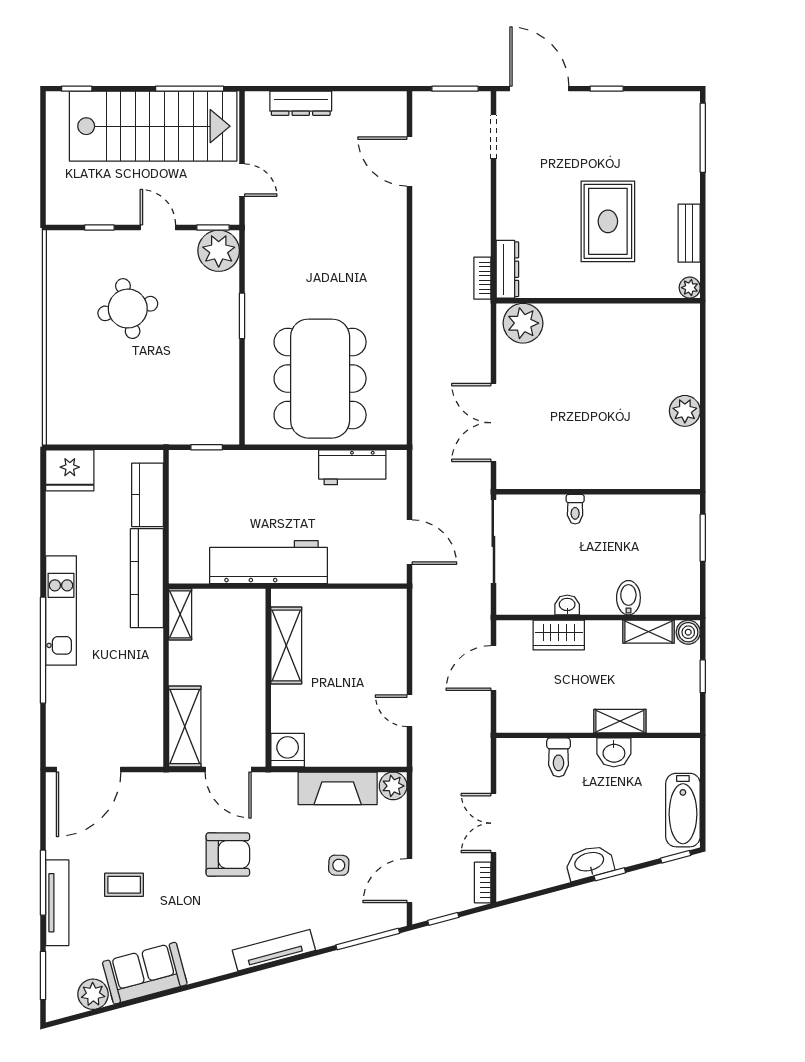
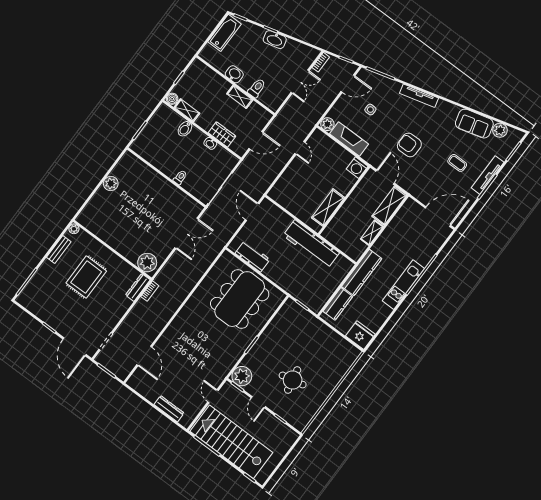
shelving: (180, 614) -> (372, 233), moved
shelving: (620, 721) -> (240, 97), moved

